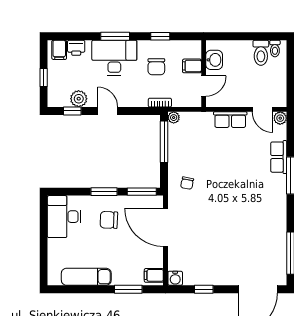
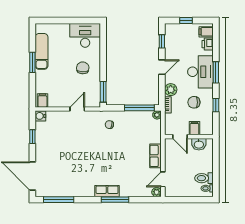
plant: (79, 99) -> (171, 90), moved
row of seats: (279, 157) -> (107, 191), moved
window: (104, 192) -> (103, 64), removed
door: (166, 227) -> (77, 109), width x0.53
window: (128, 289) -> (32, 62), moved

